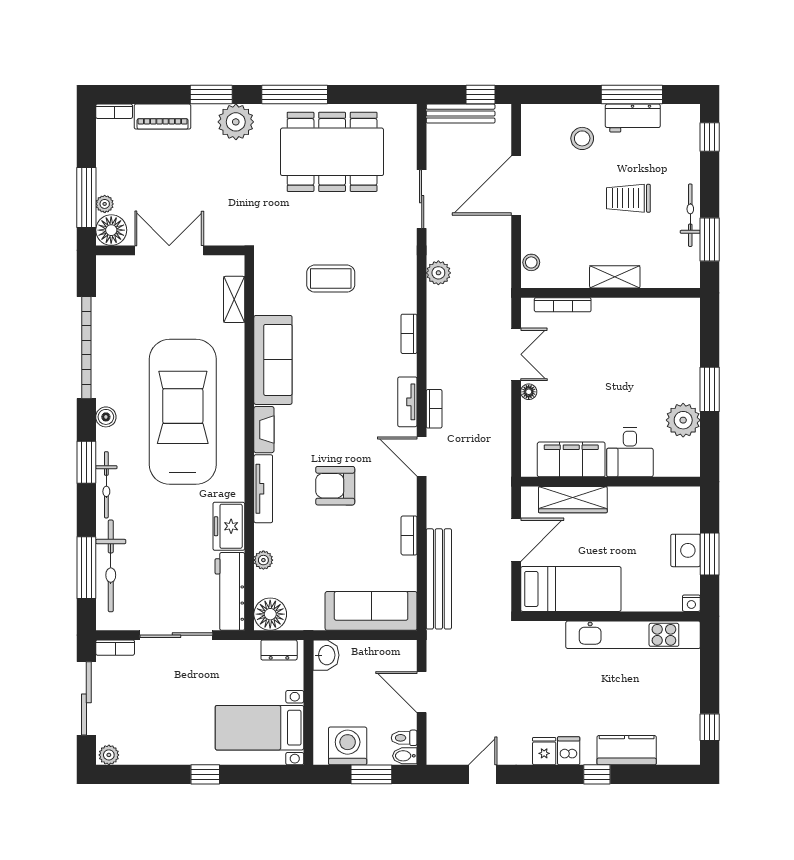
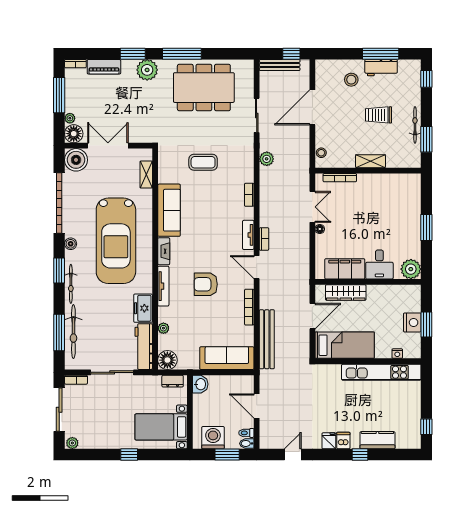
window: (86, 198) -> (59, 95), moved
boiler: (115, 274) -> (76, 160), added
car: (183, 412) -> (116, 241), turned 180
plant: (683, 420) -> (411, 269), moved
bookcase: (409, 535) -> (249, 307), width x1.56
nightstand: (691, 603) -> (397, 354), moved

